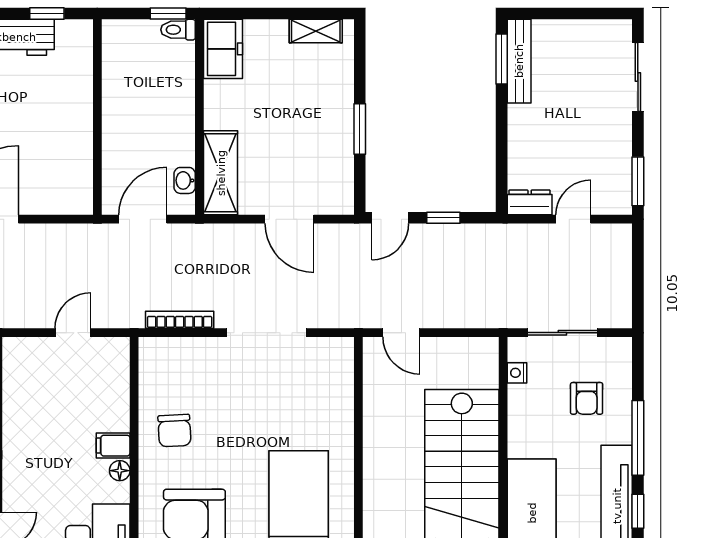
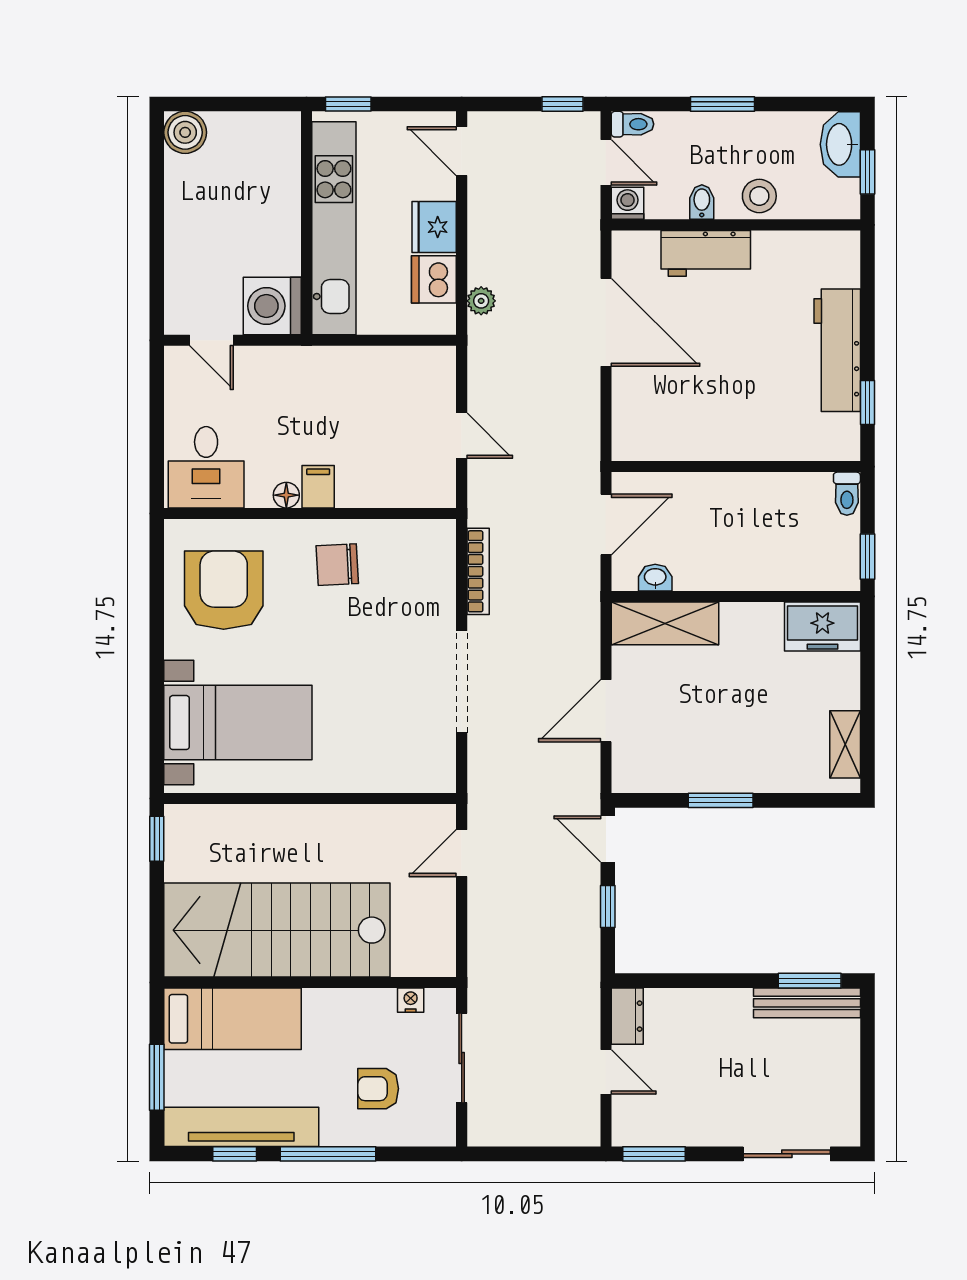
toilet: (178, 30) -> (847, 494), moved, turned 180
door: (143, 219) -> (606, 524), hinge flipped

